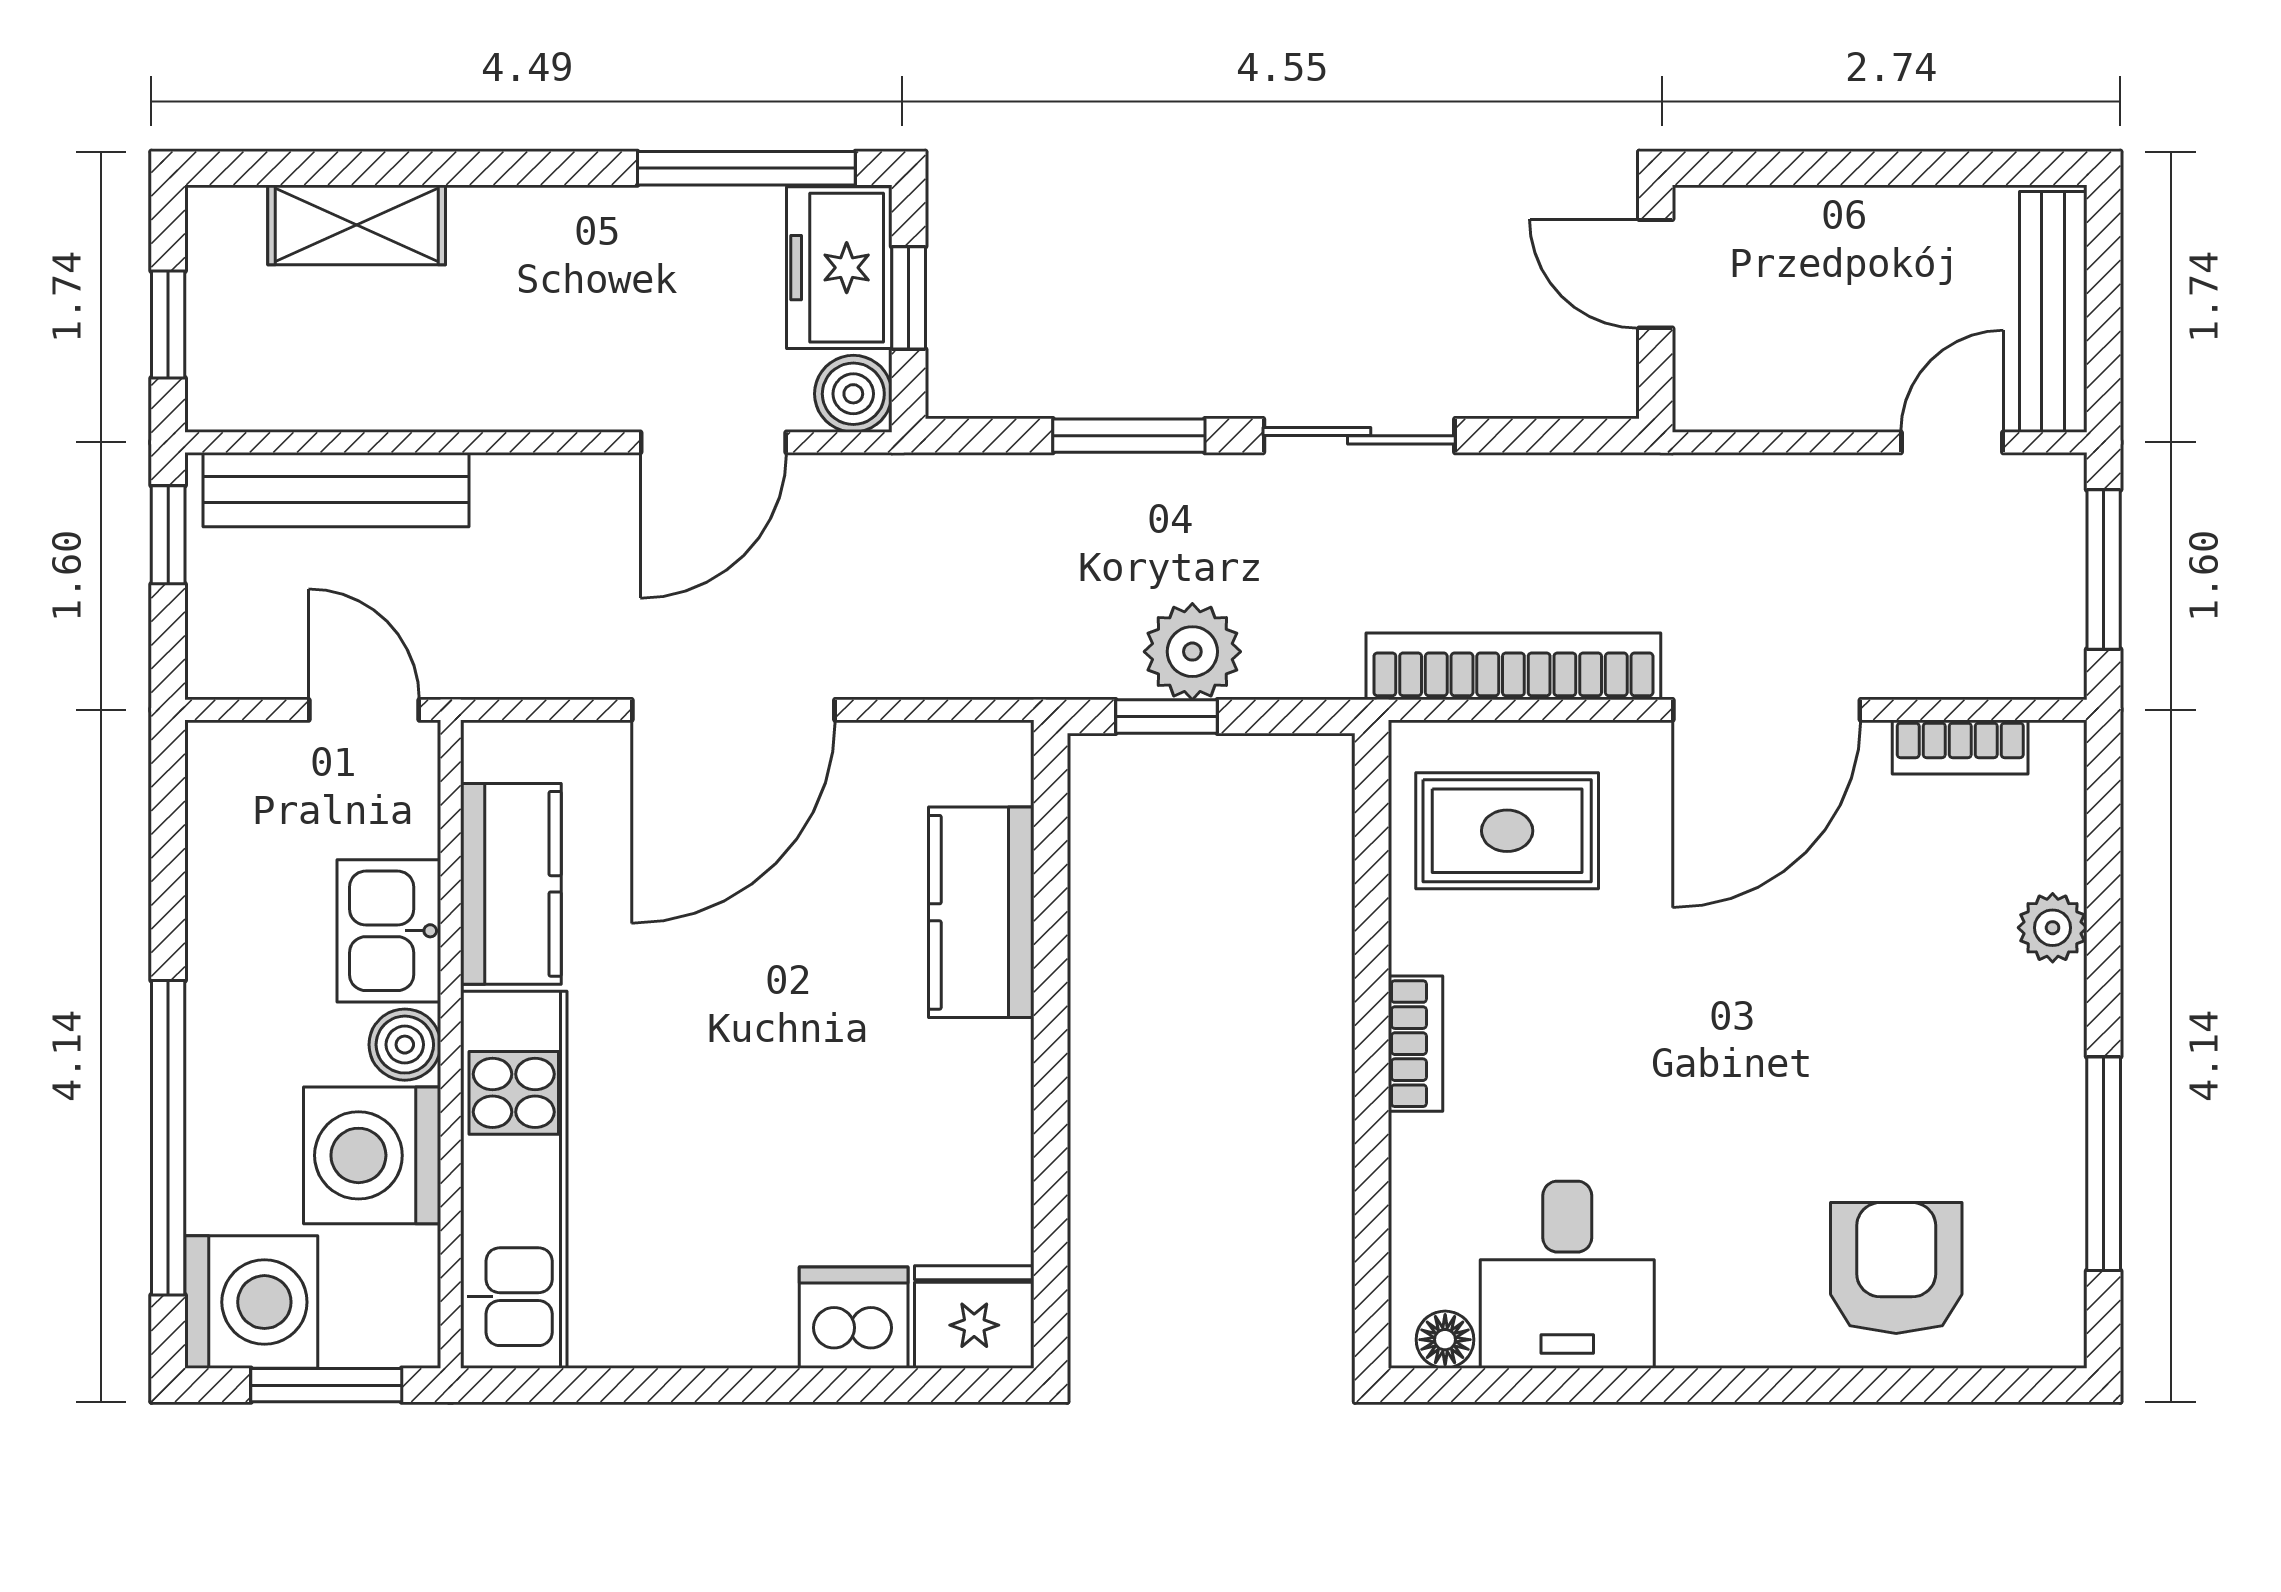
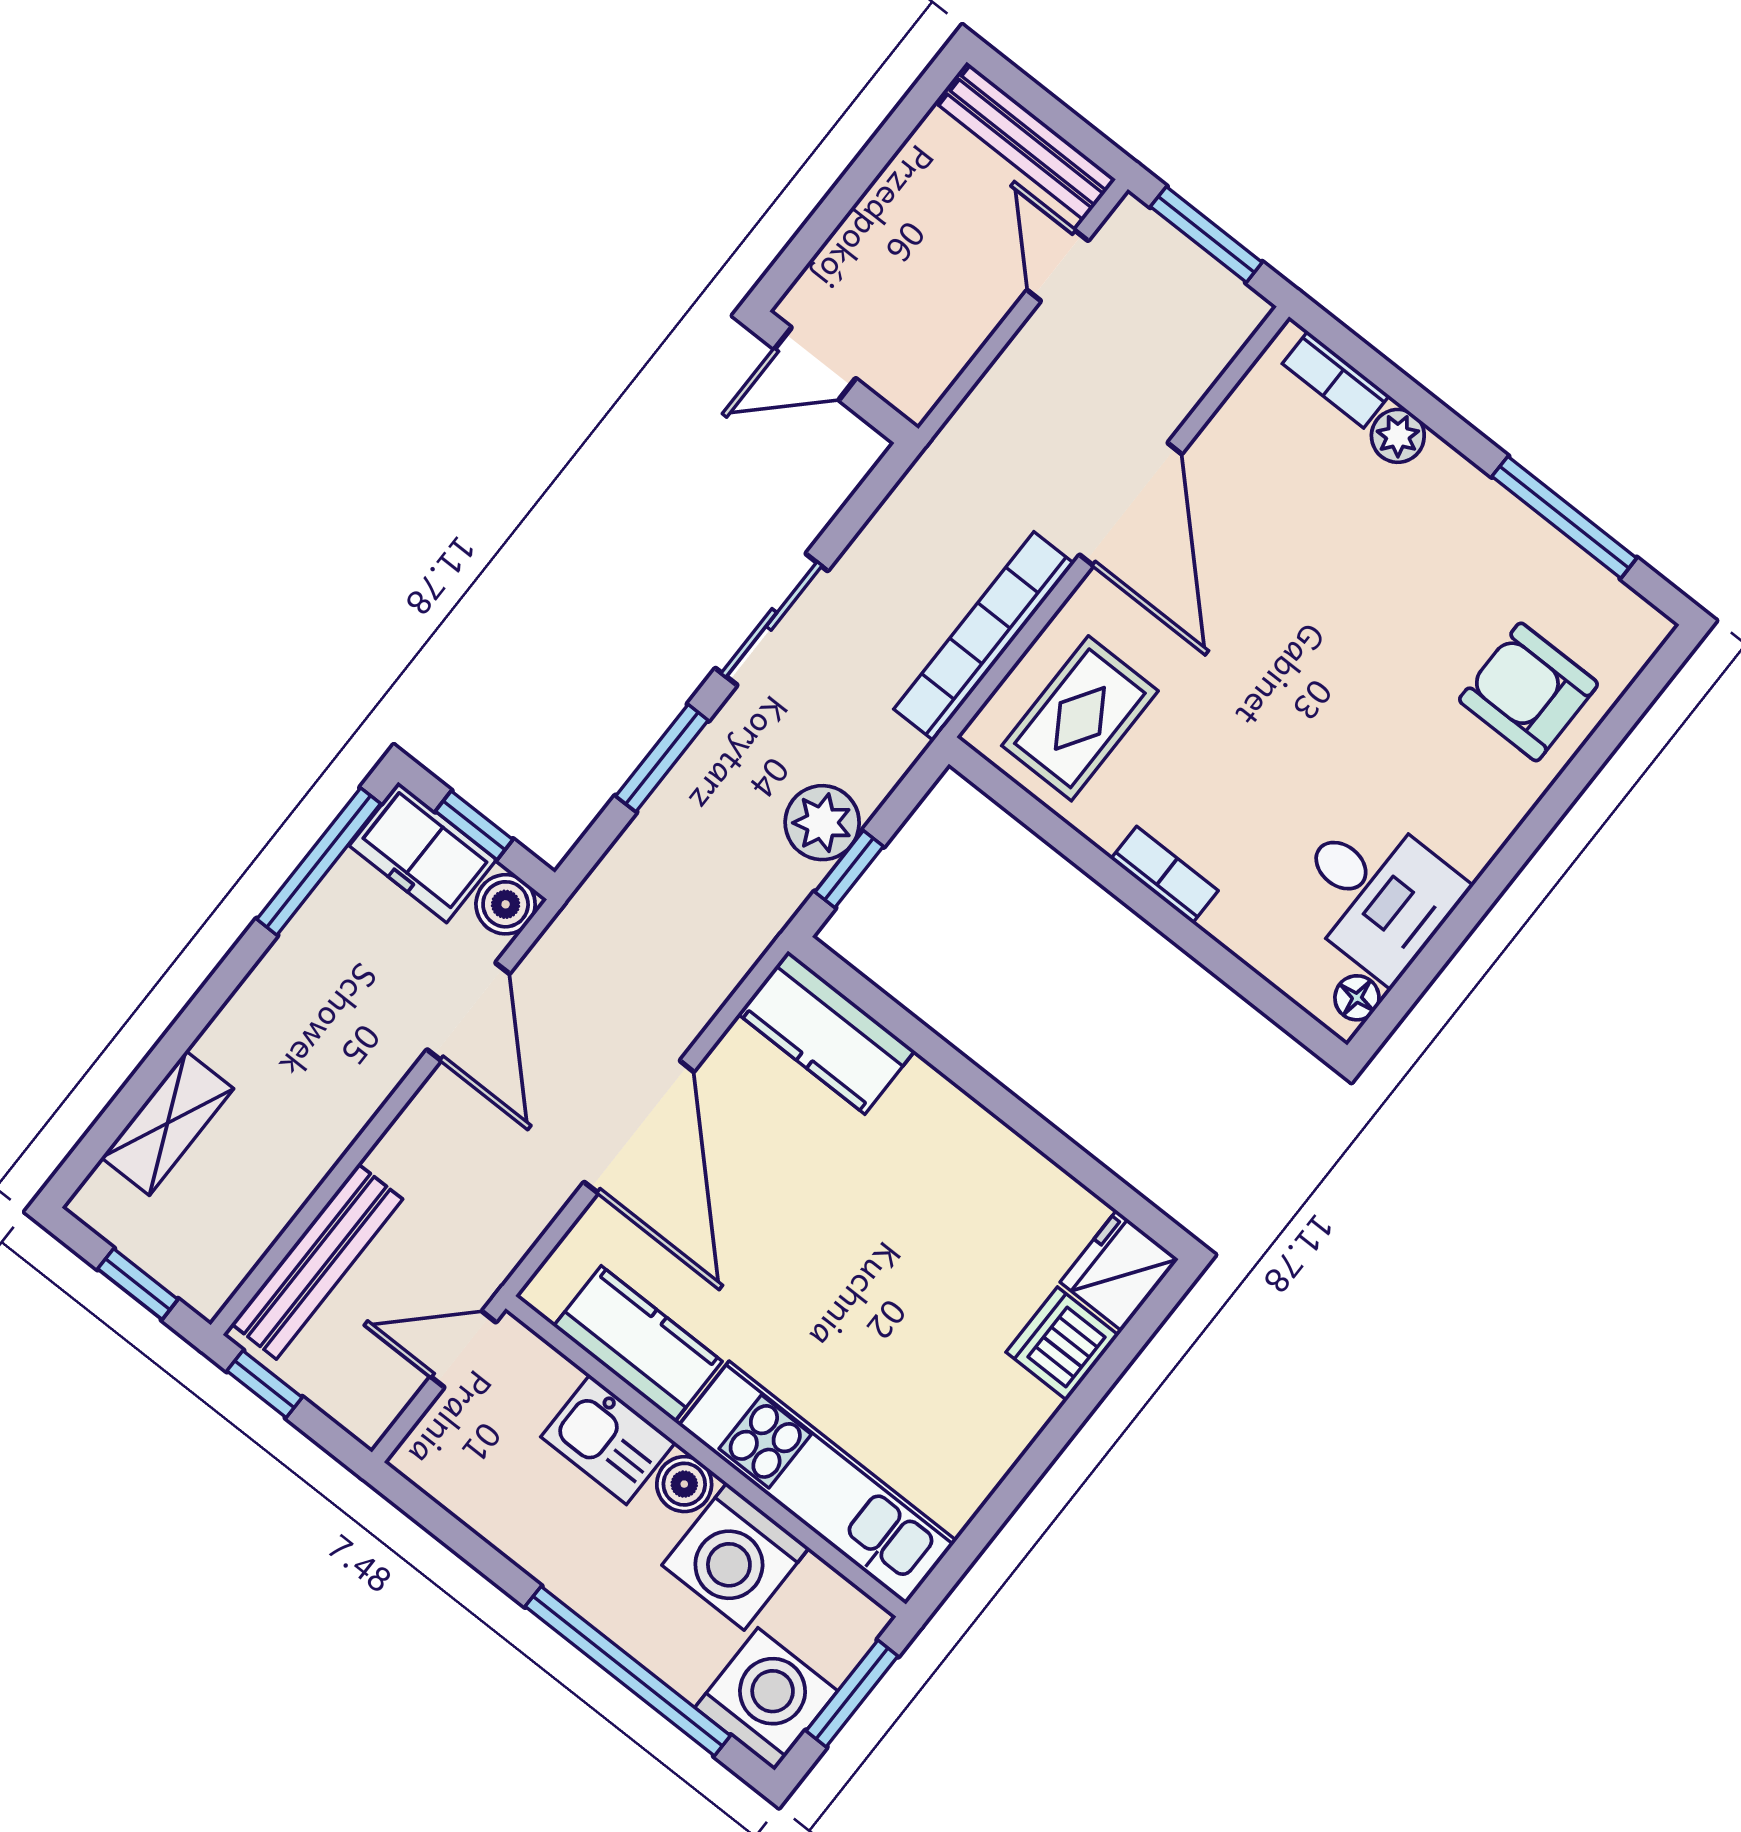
bookcase: (1960, 747) -> (1336, 380), moved, turned 90
kitchen counter: (981, 912) -> (826, 1032), moved

